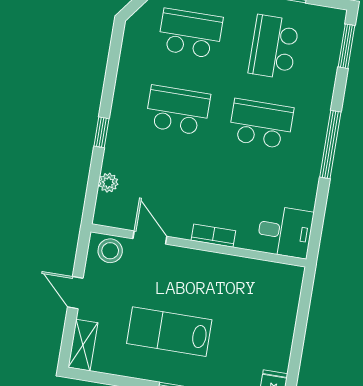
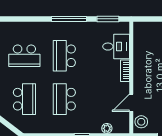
school desk: (190, 33) -> (24, 99), turned 180
window: (347, 46) -> (108, 19), moved
desk: (285, 232) -> (116, 47), moved, turned 90

